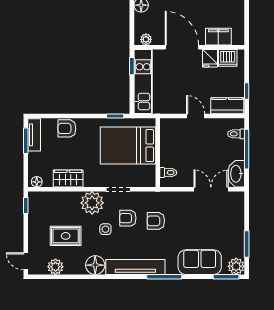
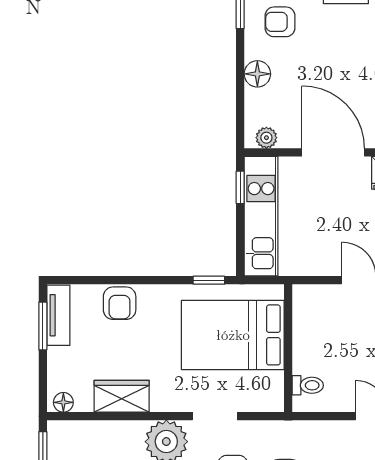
armchair: (67, 128) -> (120, 303), turned -90

